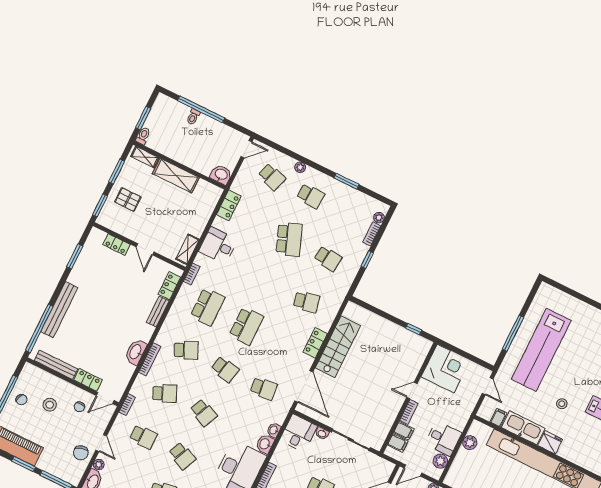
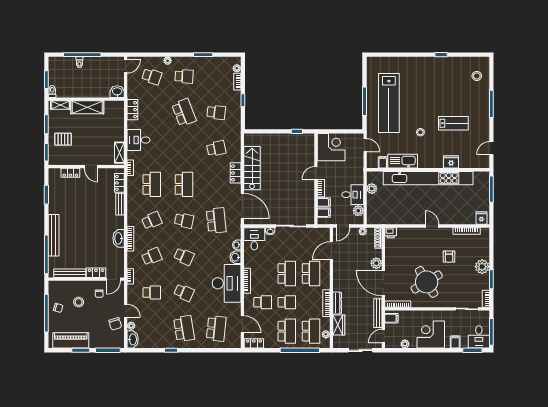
school desk: (264, 388) -> (216, 220), width x1.85
fridge: (550, 442) -> (451, 162), moved

